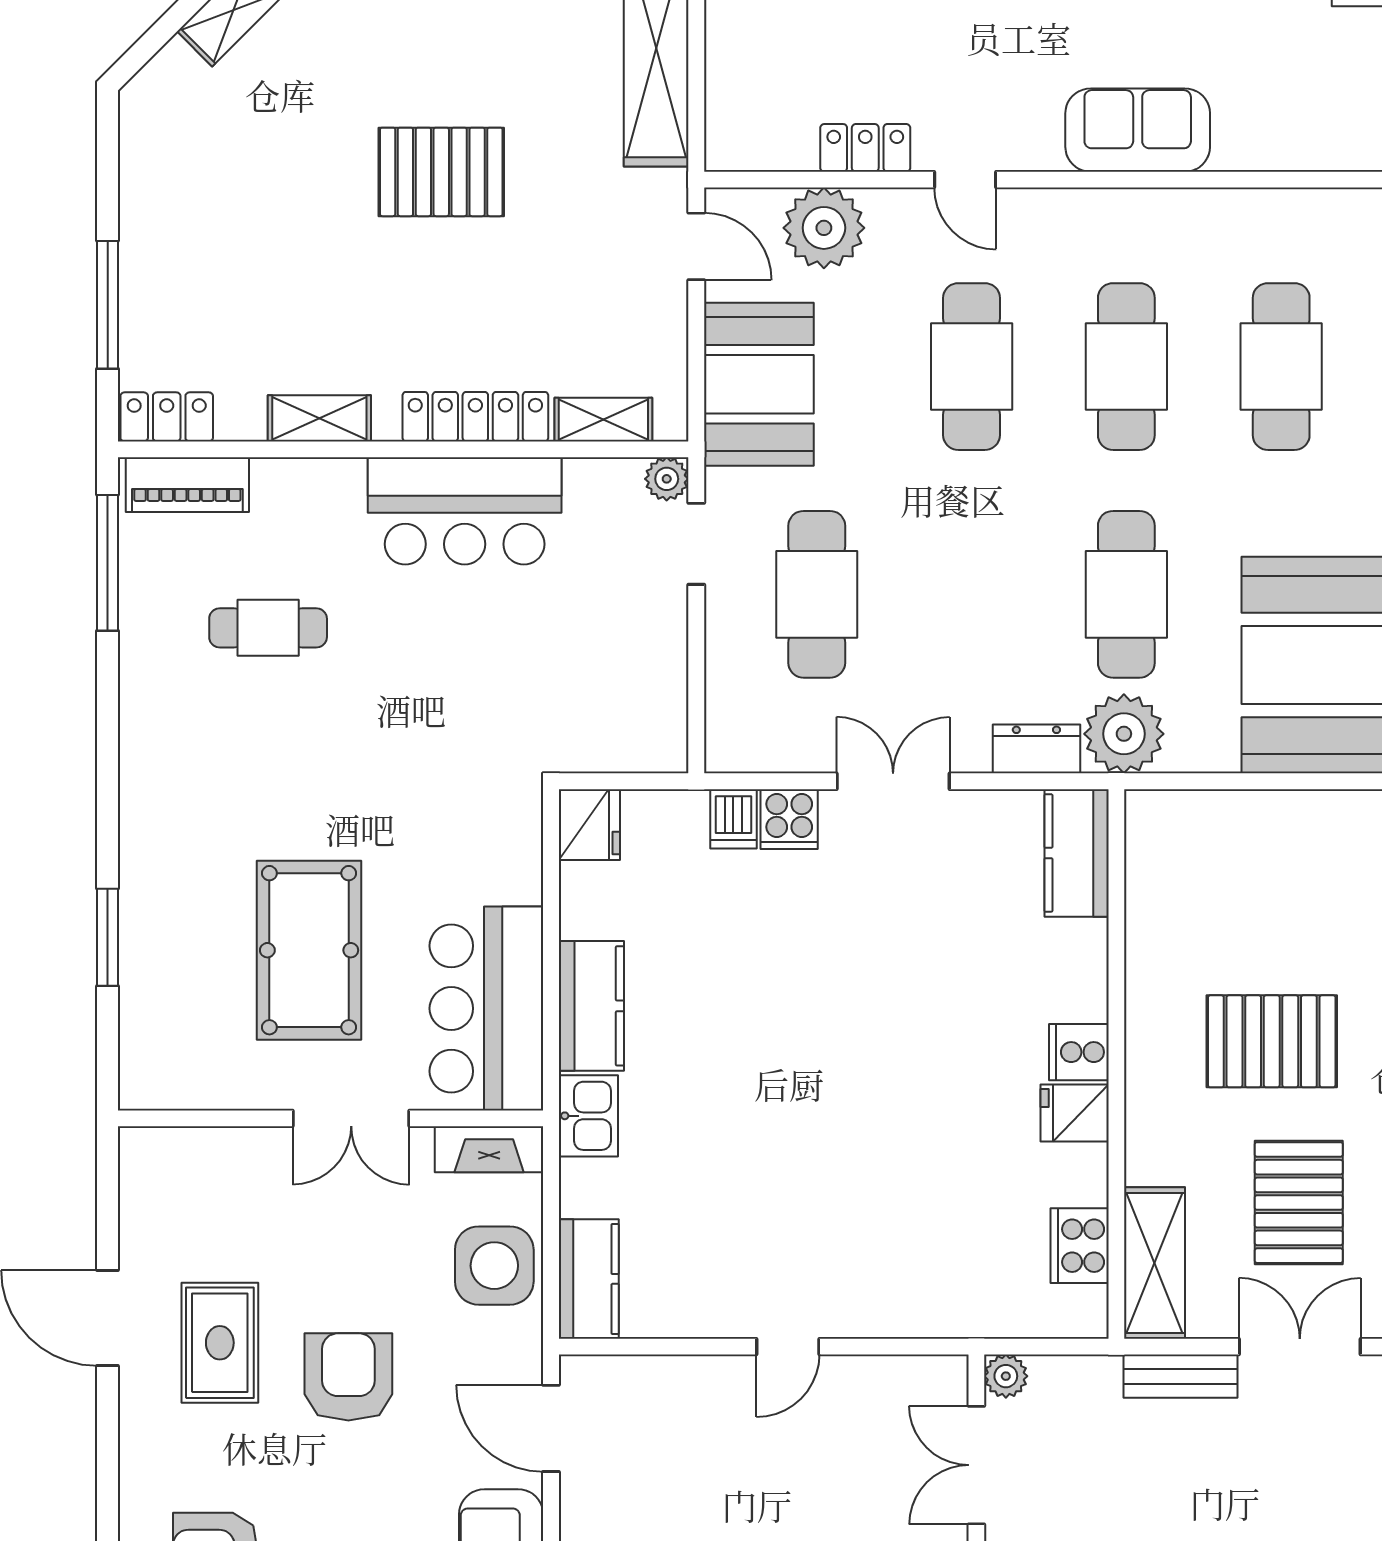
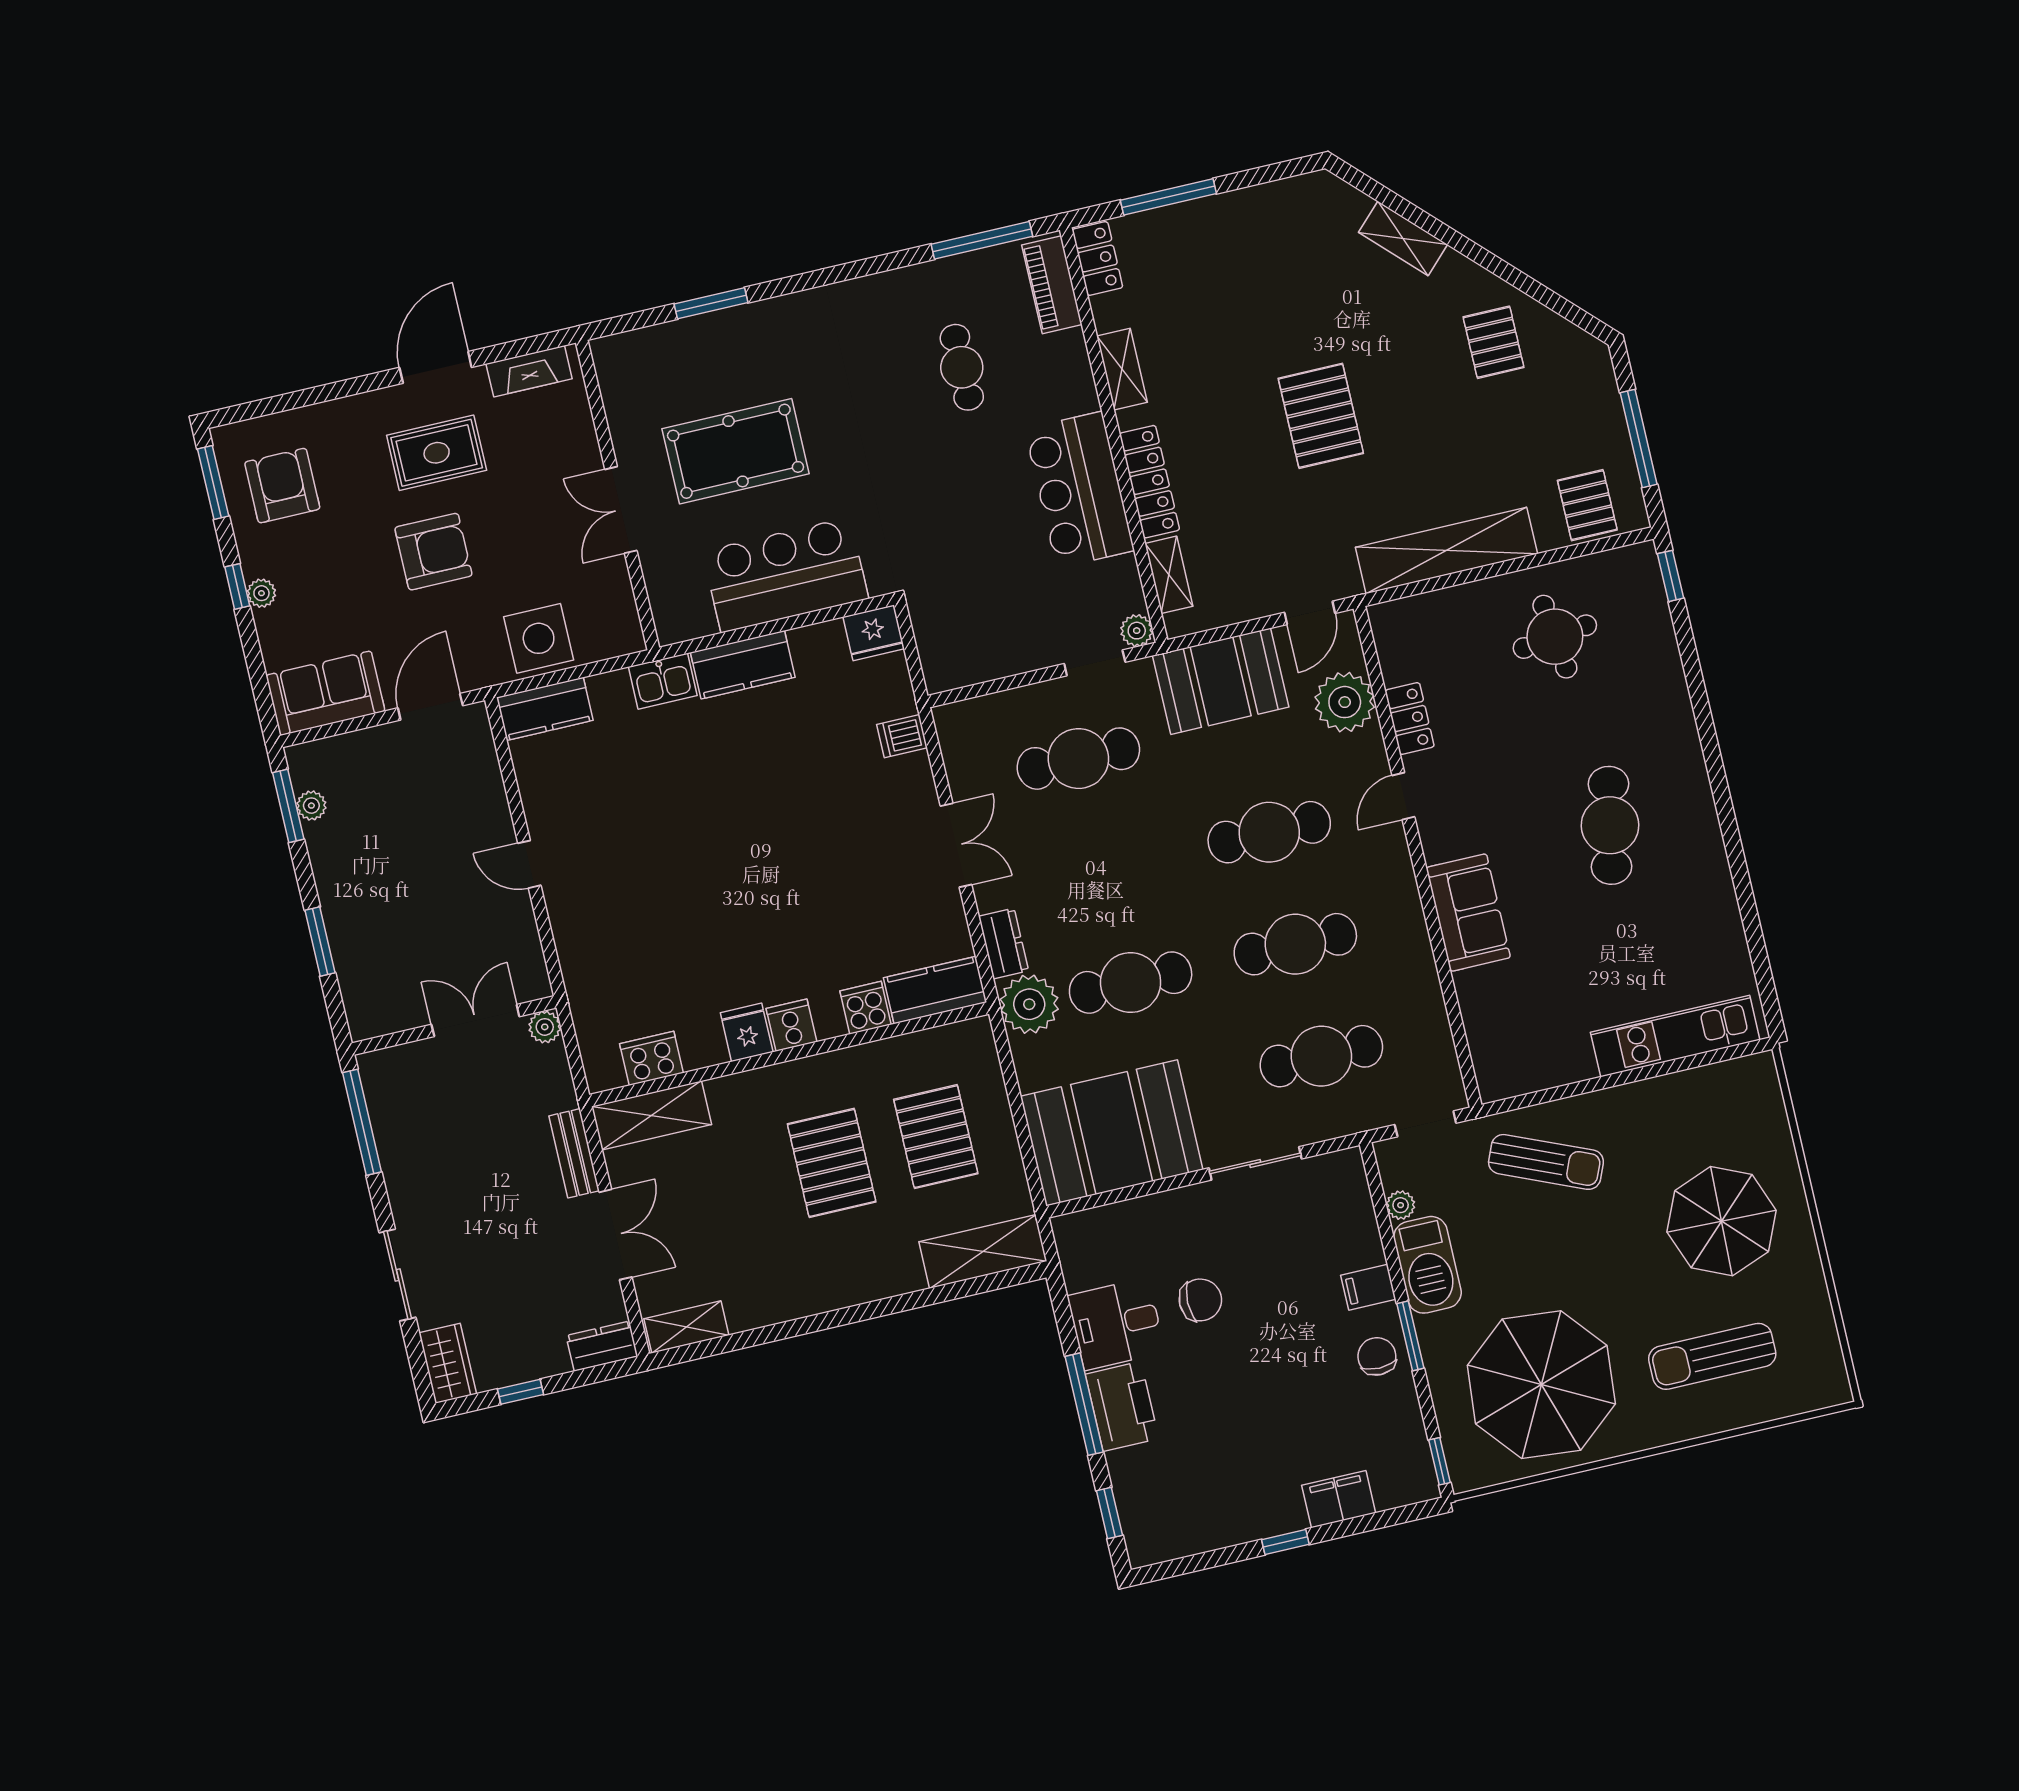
cooker: (789, 819) -> (866, 1008), moved, turned 90
bar counter: (486, 1008) -> (785, 575), moved
fireplace: (489, 1149) -> (529, 371), moved, turned -90
pallet: (1299, 1203) -> (936, 1137), moved, turned 90

